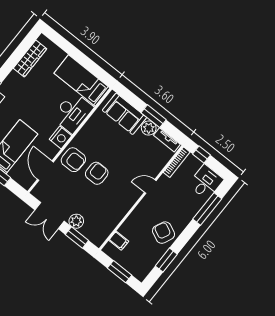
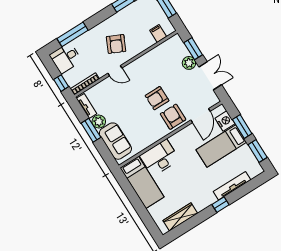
nightstand: (60, 138) -> (225, 121), moved, turned 90
armchair: (164, 233) -> (116, 44), moved

